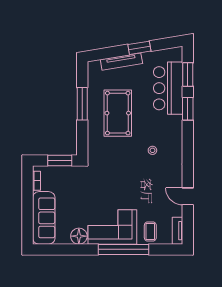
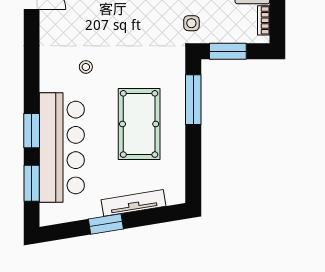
bar counter: (168, 88) -> (62, 148), width x1.36
window: (82, 104) -> (193, 100), moved
side table: (84, 179) -> (191, 23), added

